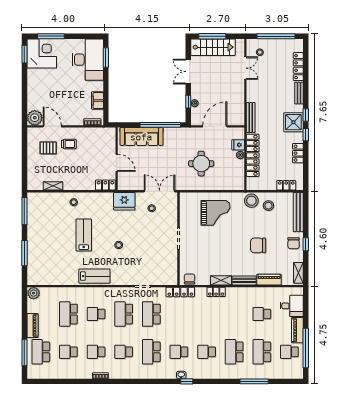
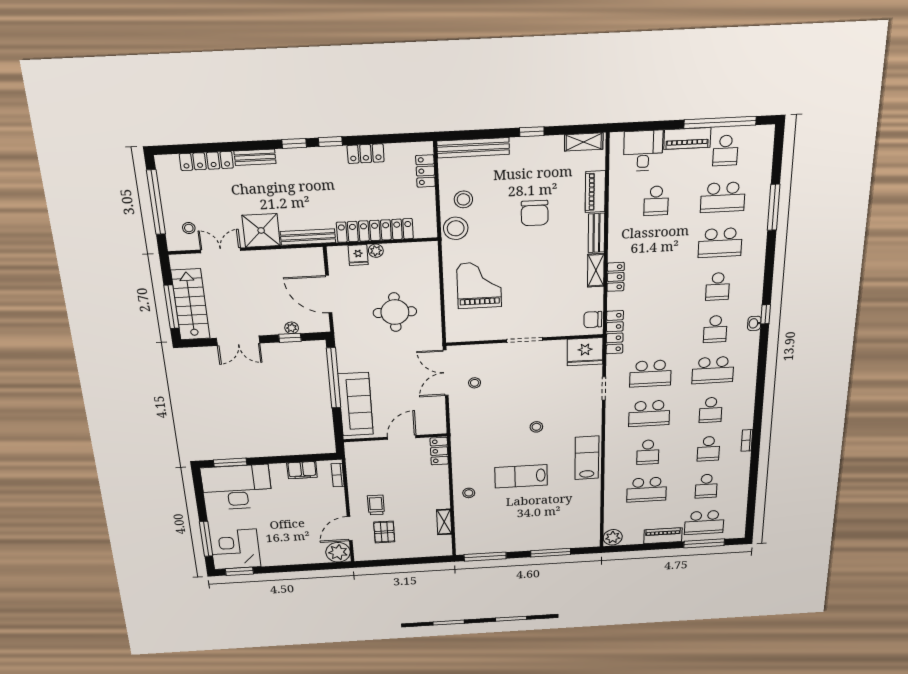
shower: (293, 122) -> (261, 230), moved
fridge: (124, 201) -> (585, 352), moved, turned 90
chair: (294, 243) -> (530, 153), removed

